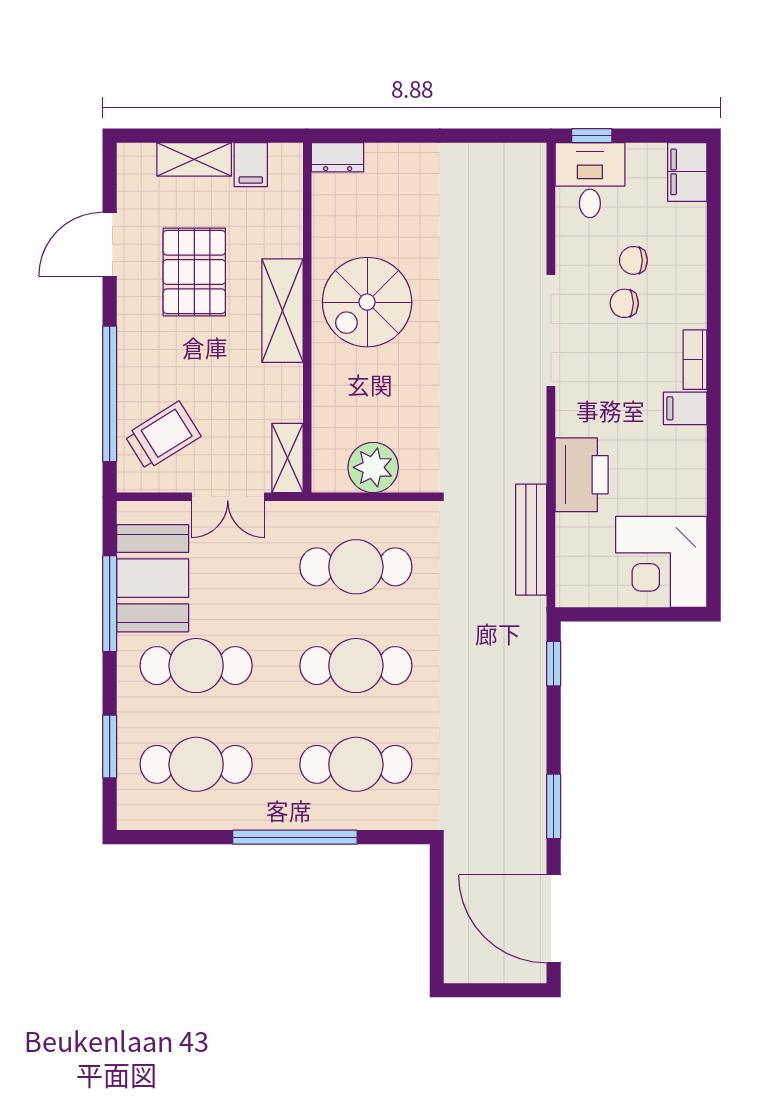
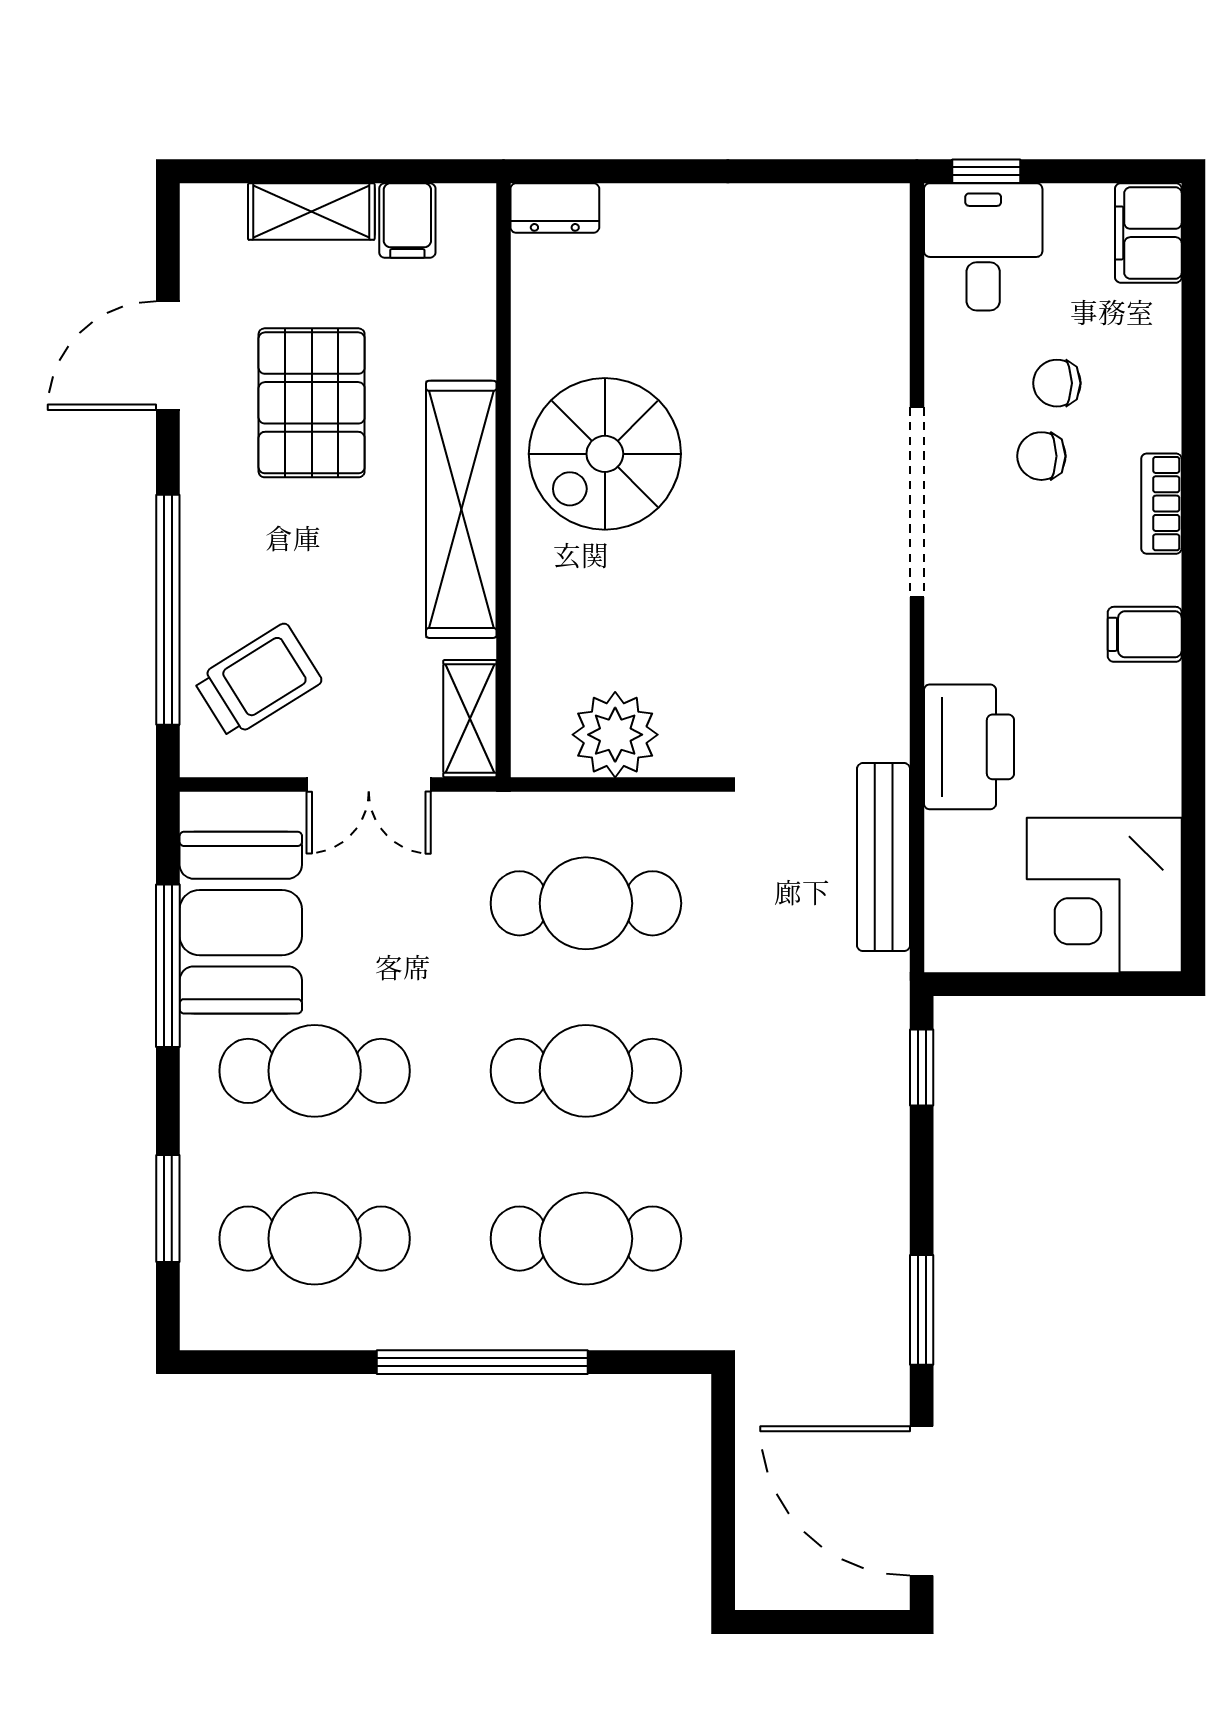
shelving: (282, 311) -> (461, 509), width x1.47
bookcase: (695, 360) -> (1161, 504), moved

